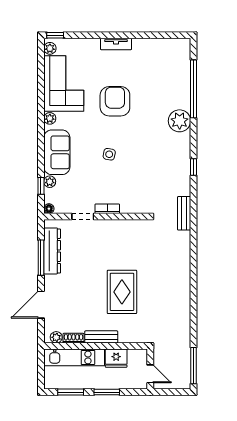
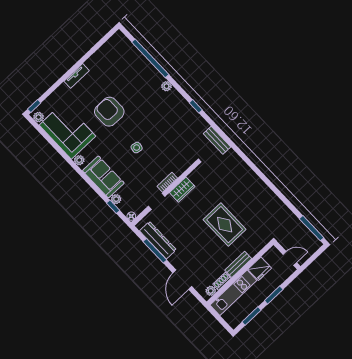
plant: (180, 121) -> (166, 86), width x0.53, depth x0.53
wardrobe: (114, 227) -> (182, 190), added

